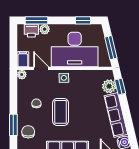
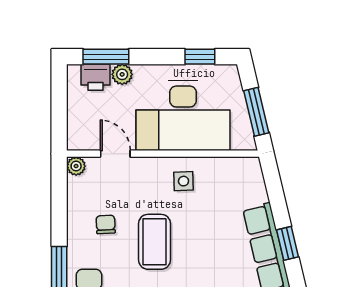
filing cabinet: (23, 59) -> (78, 135), removed
side table: (64, 78) -> (183, 181), moved
plant: (109, 86) -> (253, 190), removed
window: (120, 87) -> (288, 243), moved

